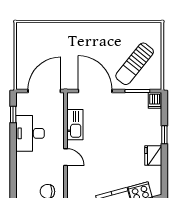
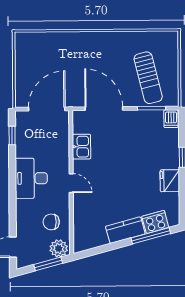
sun lounger: (135, 64) -> (148, 78), turned -53
kitchen sink: (75, 125) -> (81, 147), width x0.73
desk: (30, 133) -> (31, 178), moved

